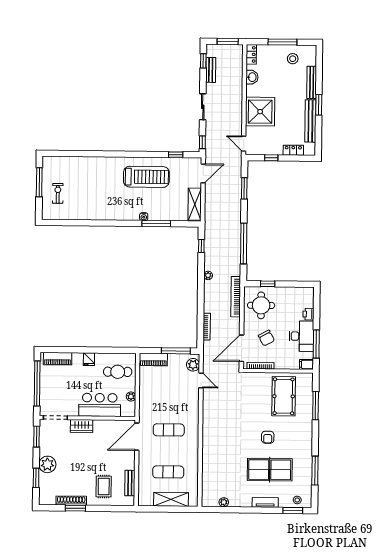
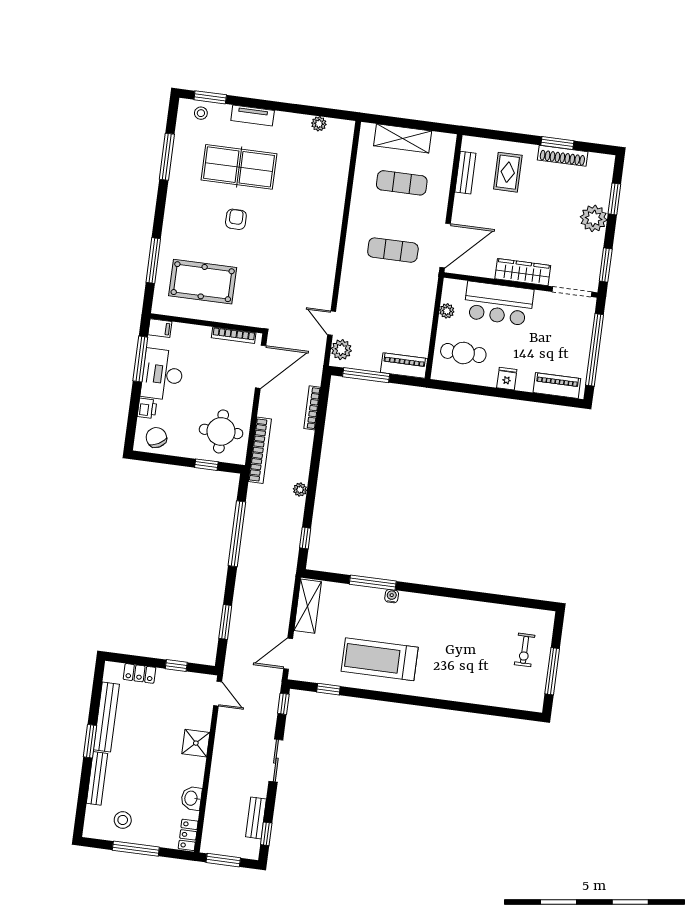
shower: (260, 112) -> (196, 743), width x0.54, depth x0.54
chair: (266, 338) -> (156, 437), moved
pool table: (284, 396) -> (203, 282), turned 90
wardrobe: (82, 426) -> (523, 272), width x1.50

